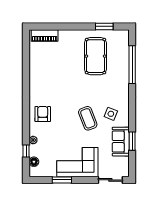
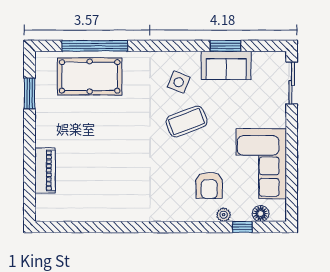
piano: (45, 35) -> (45, 170), moved
pool table: (95, 56) -> (90, 76), moved
armchair: (43, 114) -> (209, 185), moved, turned -90
corner sofa: (77, 162) -> (261, 164), moved
window: (62, 180) -> (292, 166), removed

